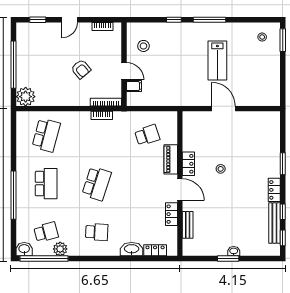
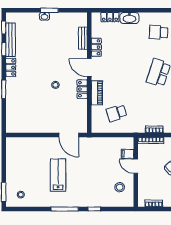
door: (223, 109) -> (69, 135), moved

